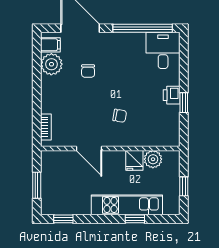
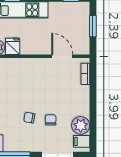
chair: (120, 116) -> (29, 118), moved
door: (89, 148) -> (62, 56), moved

